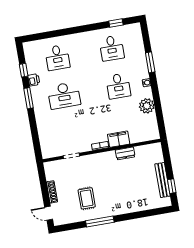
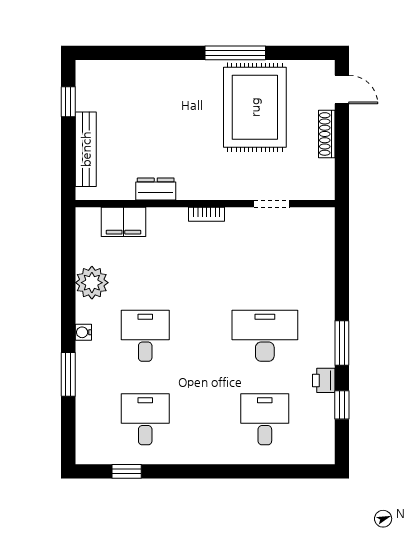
filing cabinet: (119, 139) -> (123, 222), moved
bench: (163, 180) -> (86, 149), moved
rug: (87, 198) -> (255, 107), width x1.86, depth x2.06

